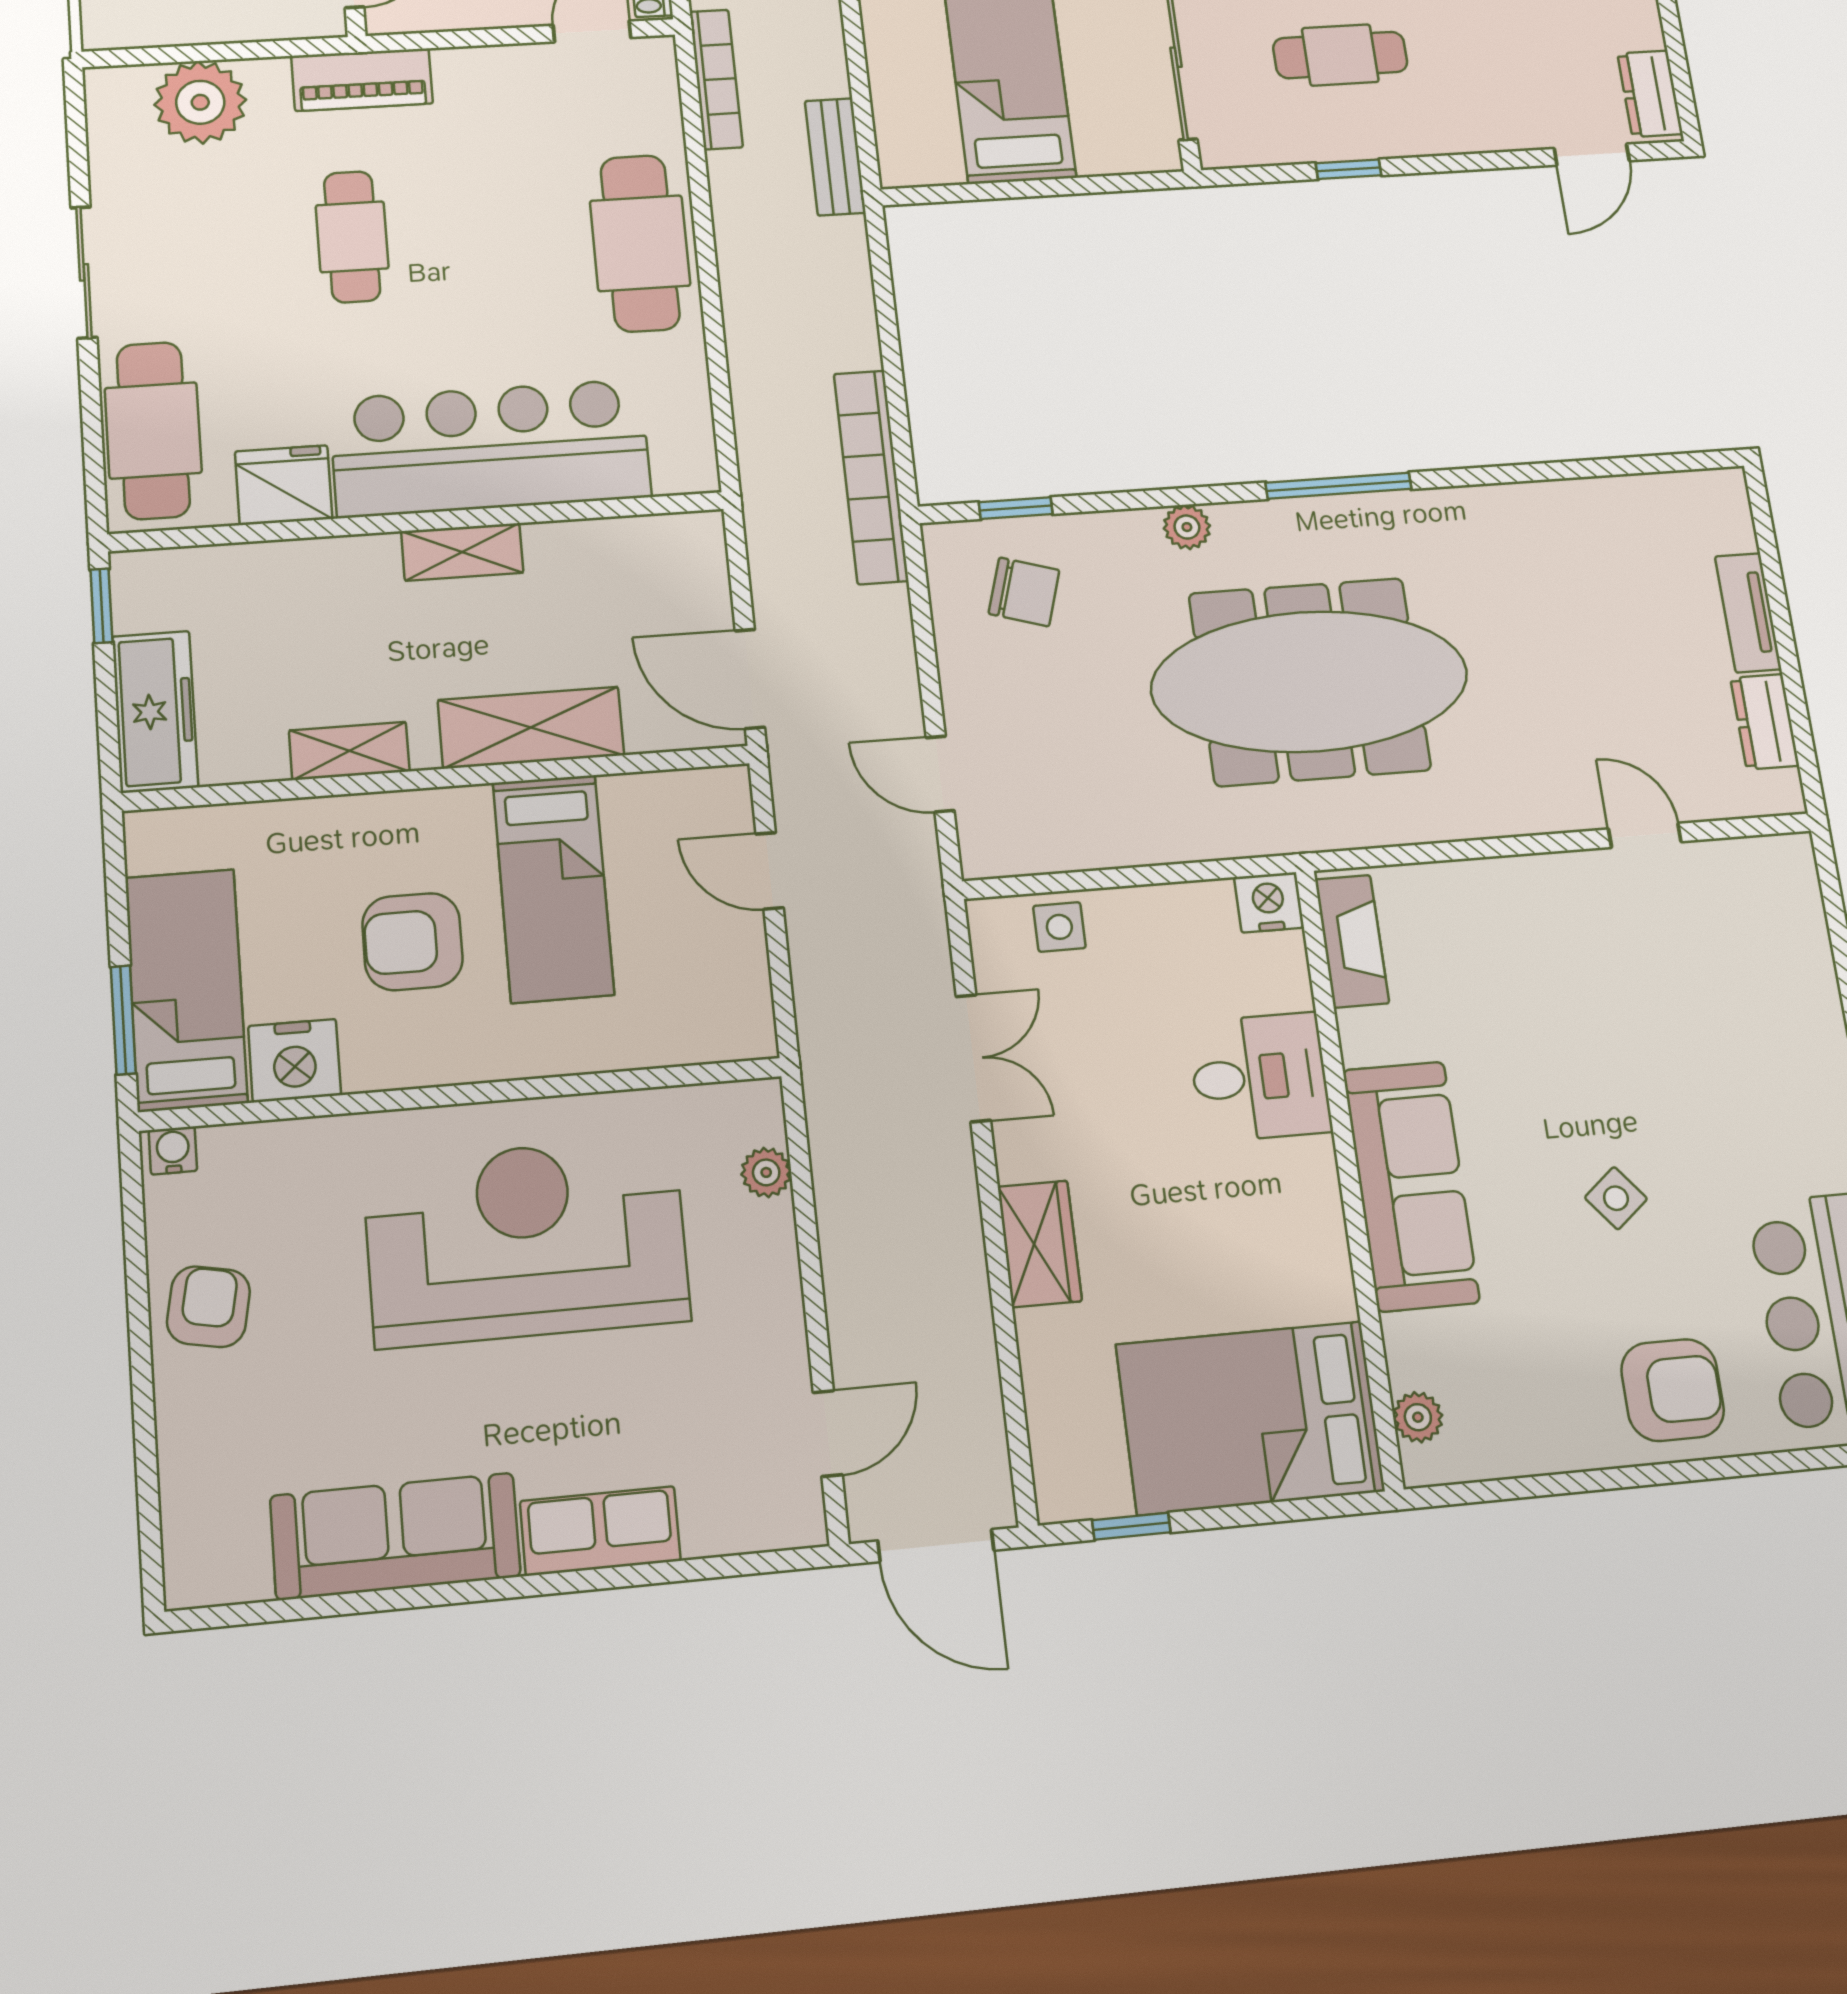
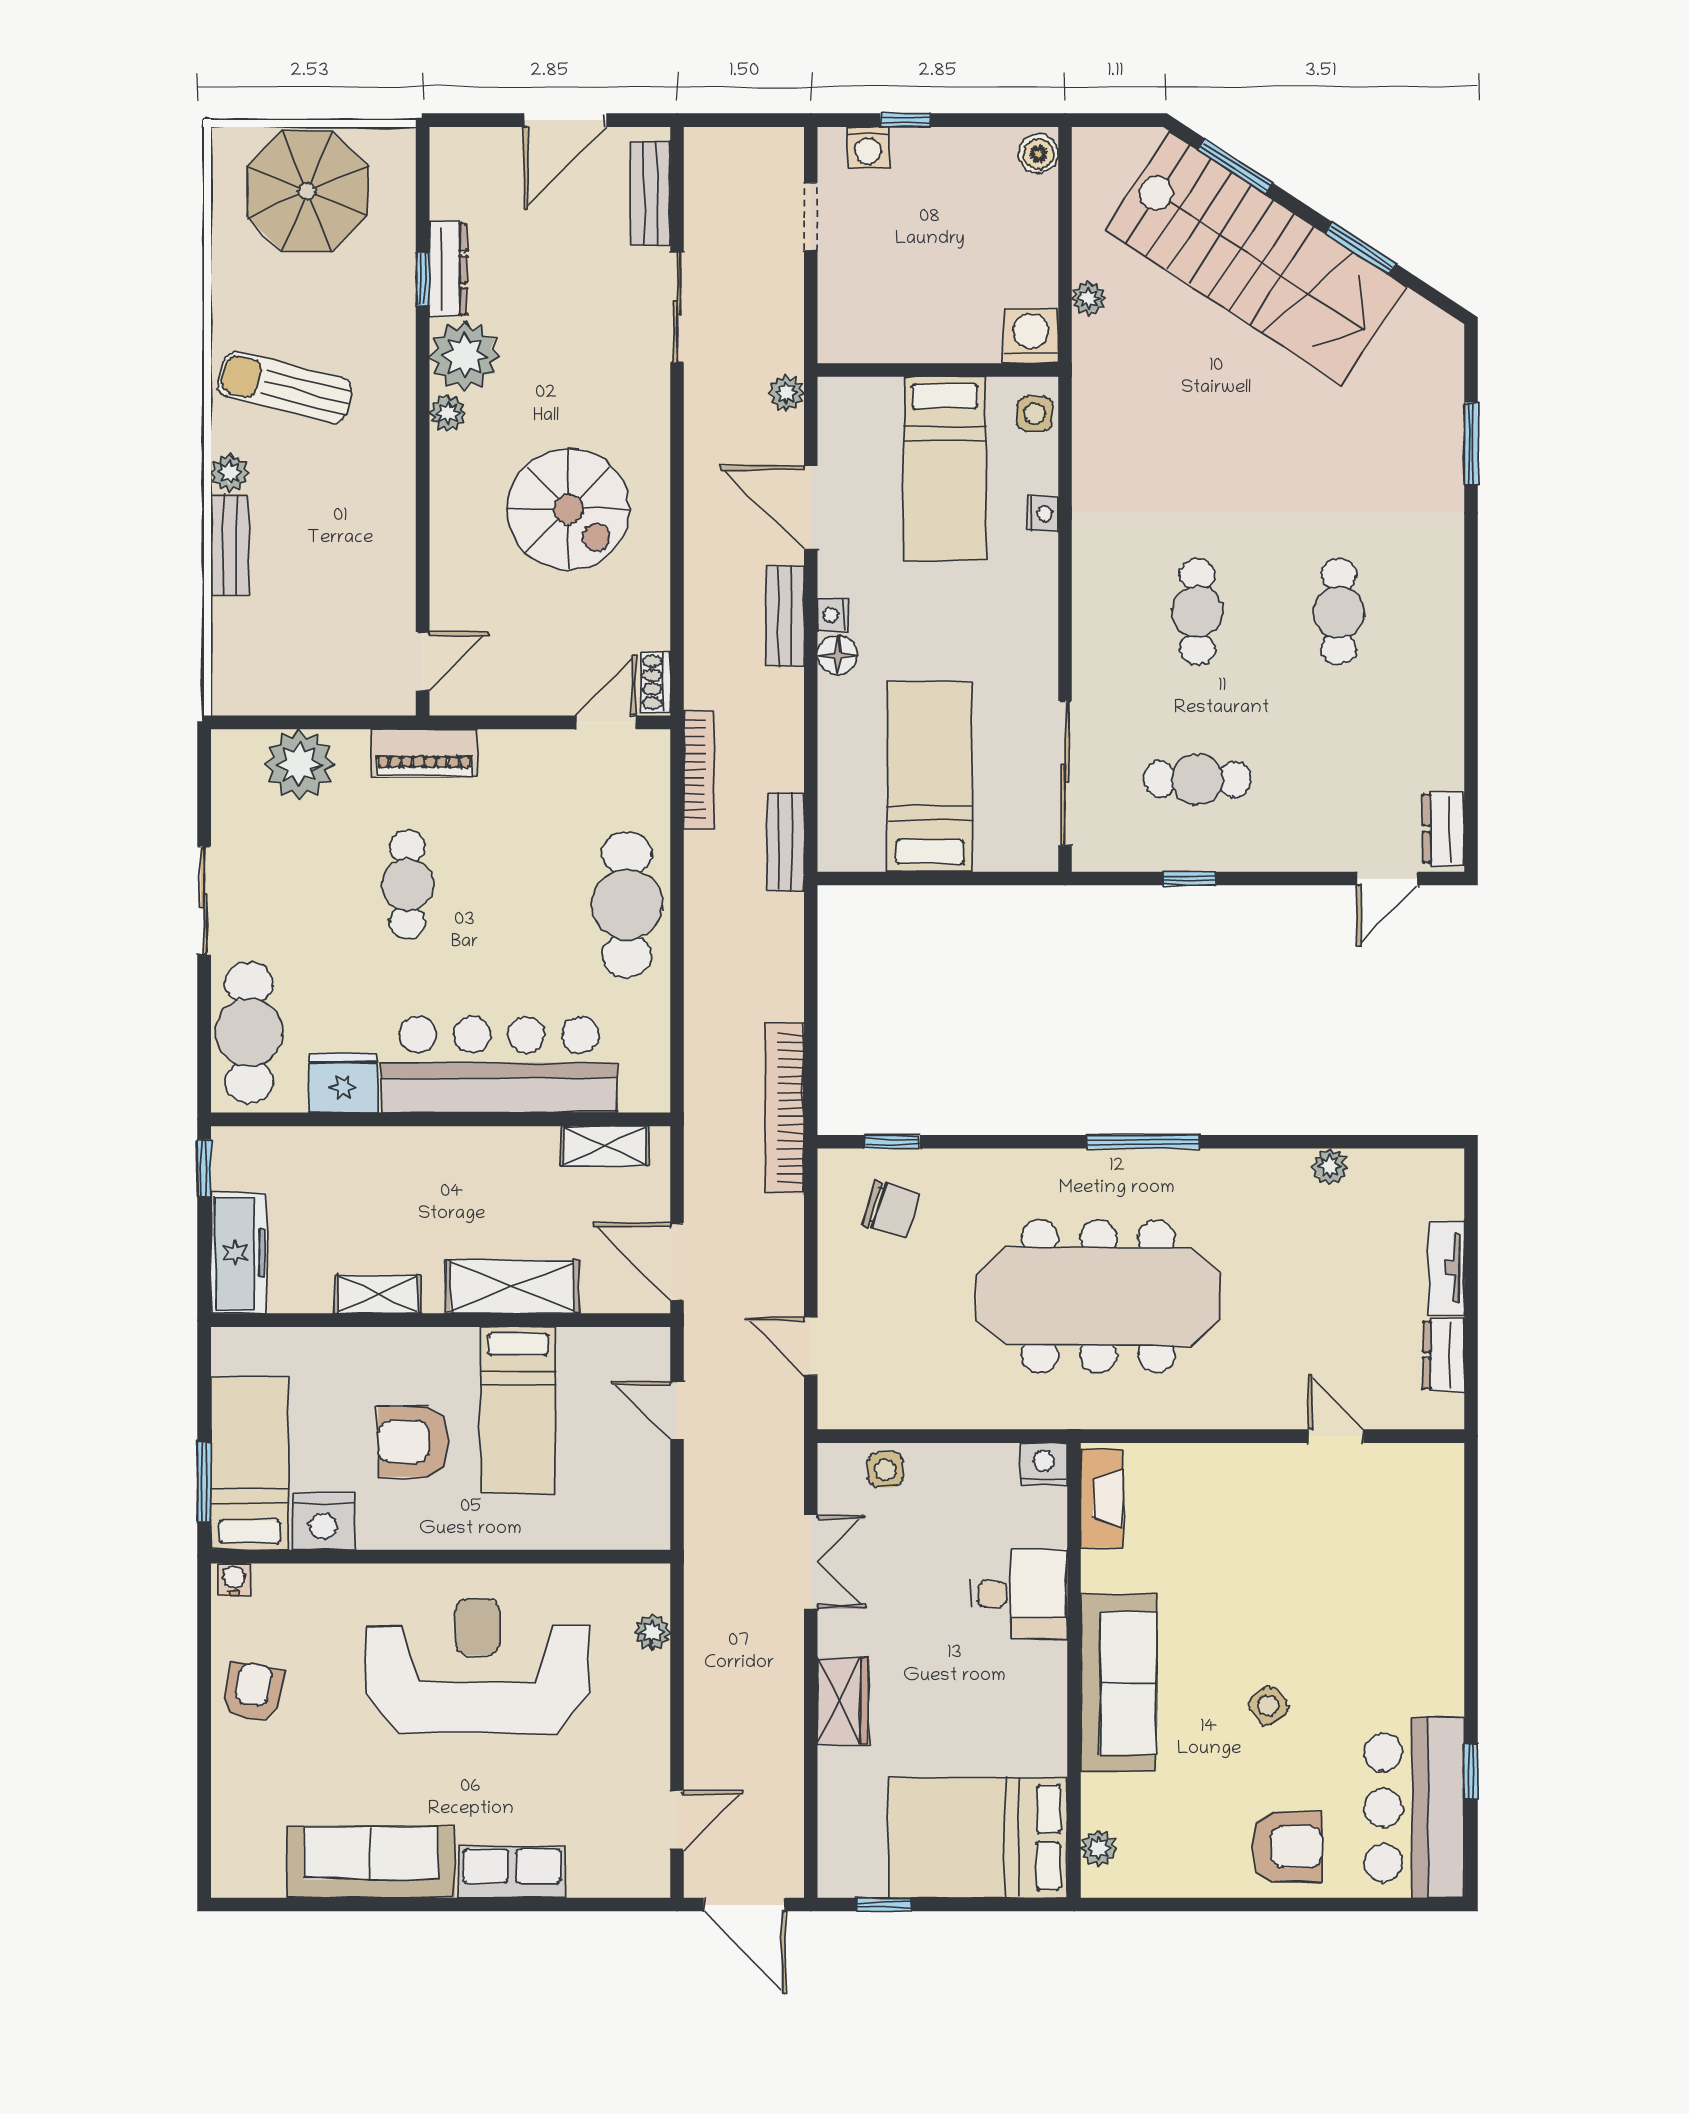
plant: (1187, 527) -> (1330, 1166), moved
shelving: (462, 552) -> (605, 1146), moved

